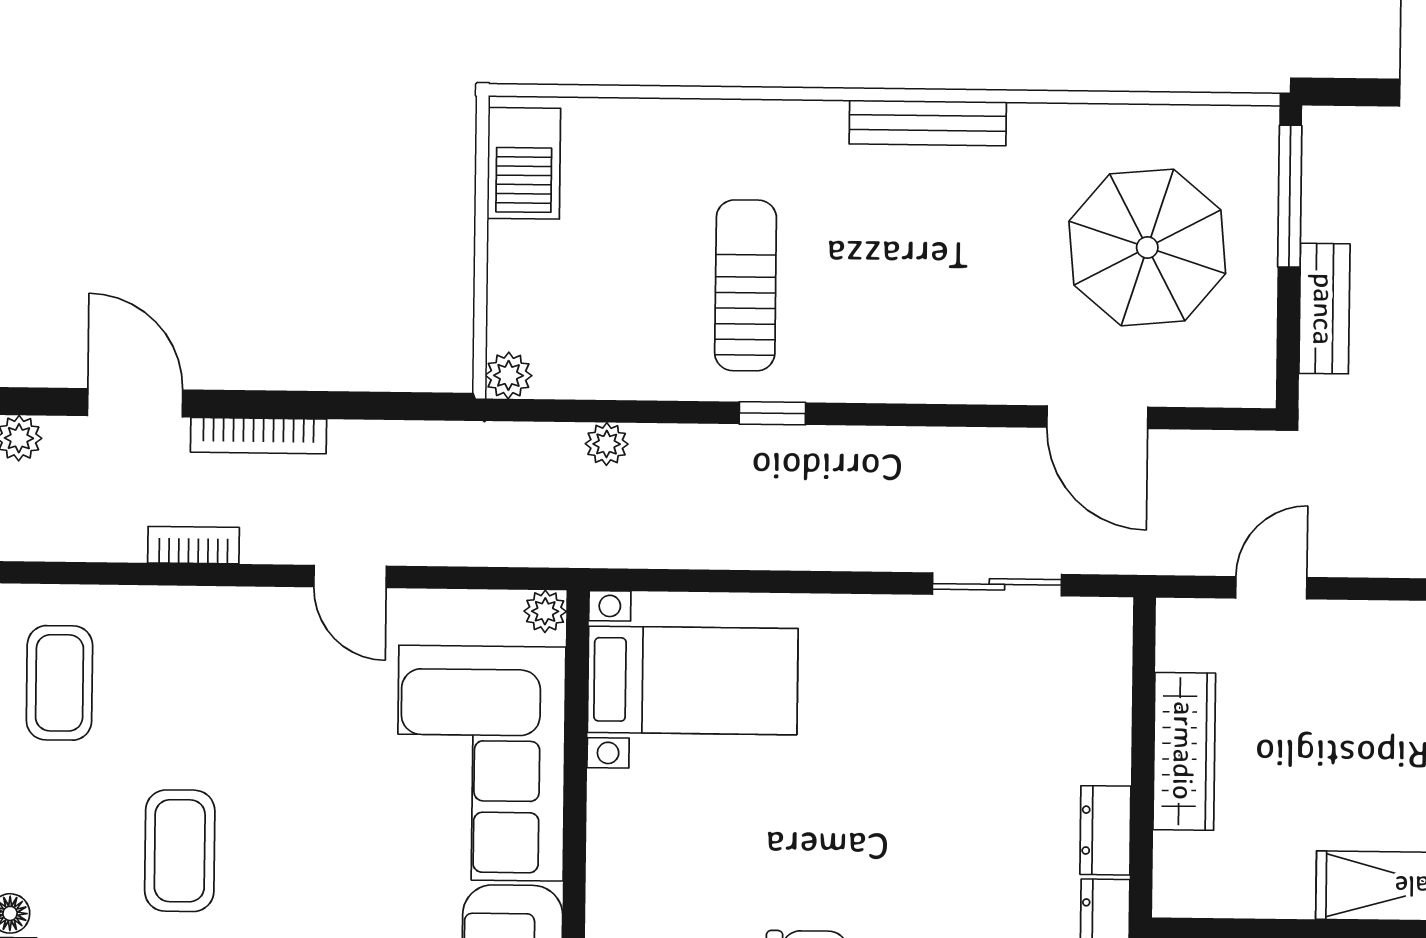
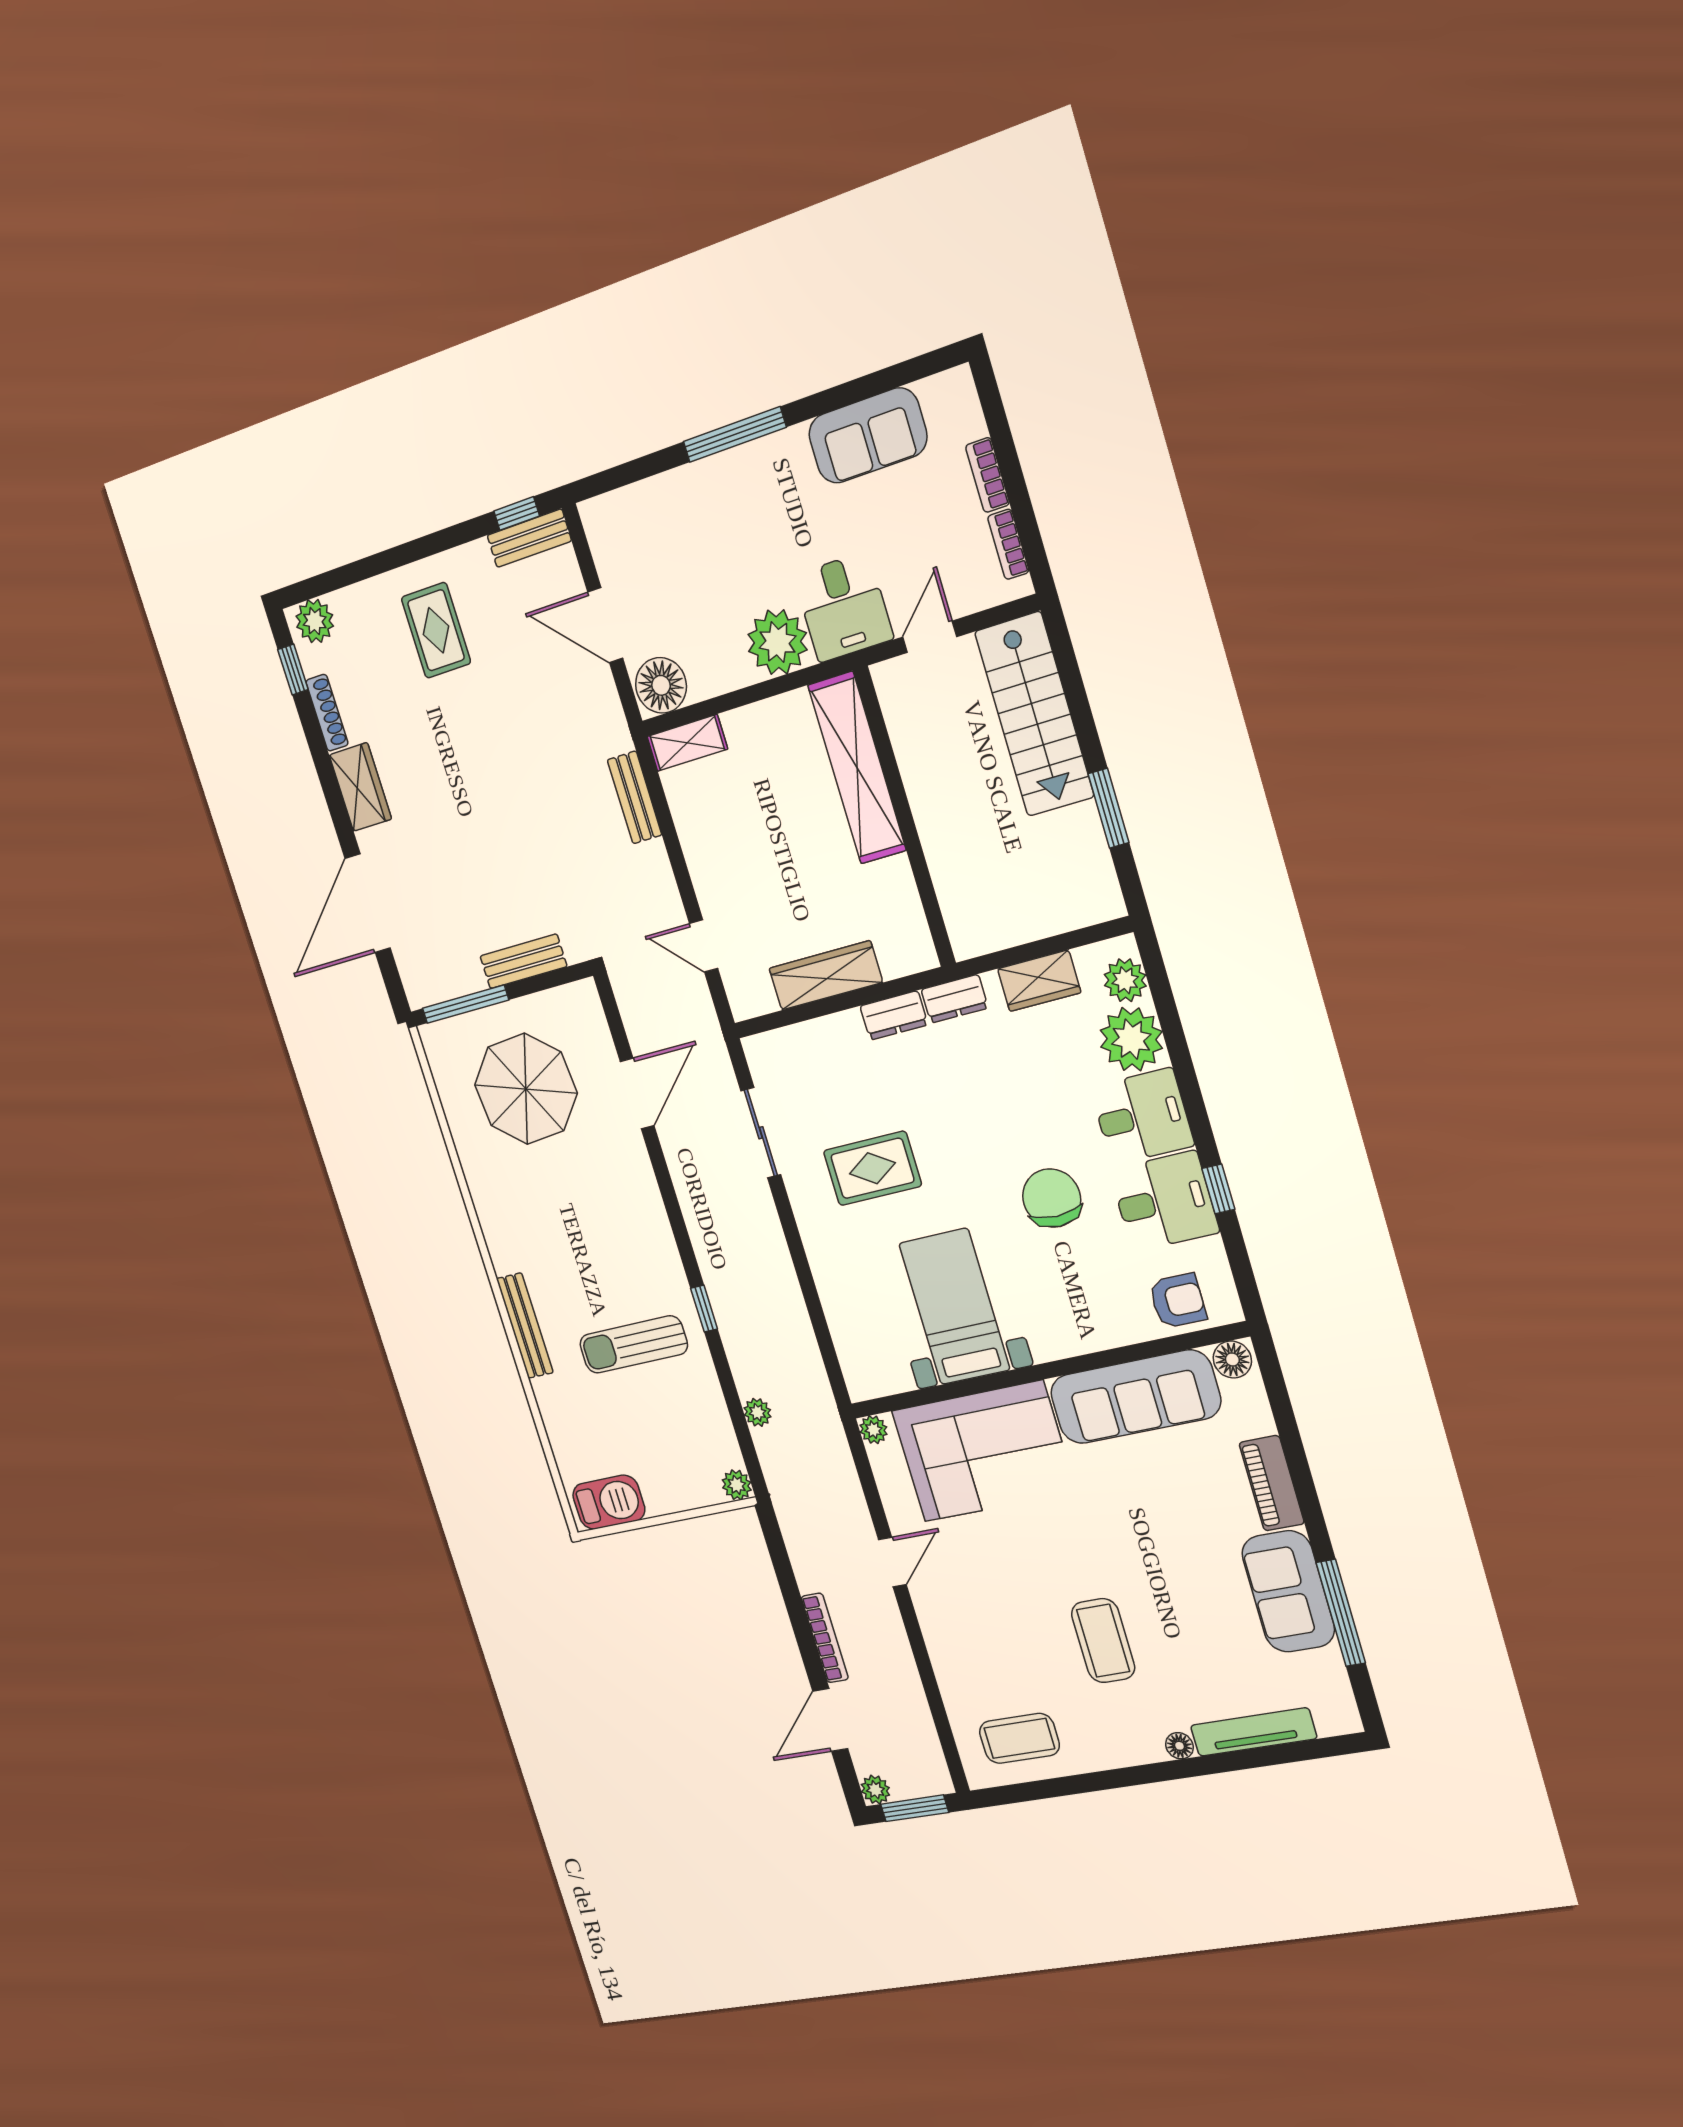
bench: (928, 123) -> (525, 1326), moved
bookcase: (193, 545) -> (905, 1667), removed
bed with nightstands: (693, 680) -> (954, 1307), moved
rug: (908, 731) -> (872, 1168), added
coffee table: (180, 851) -> (1103, 1641), turned 90

